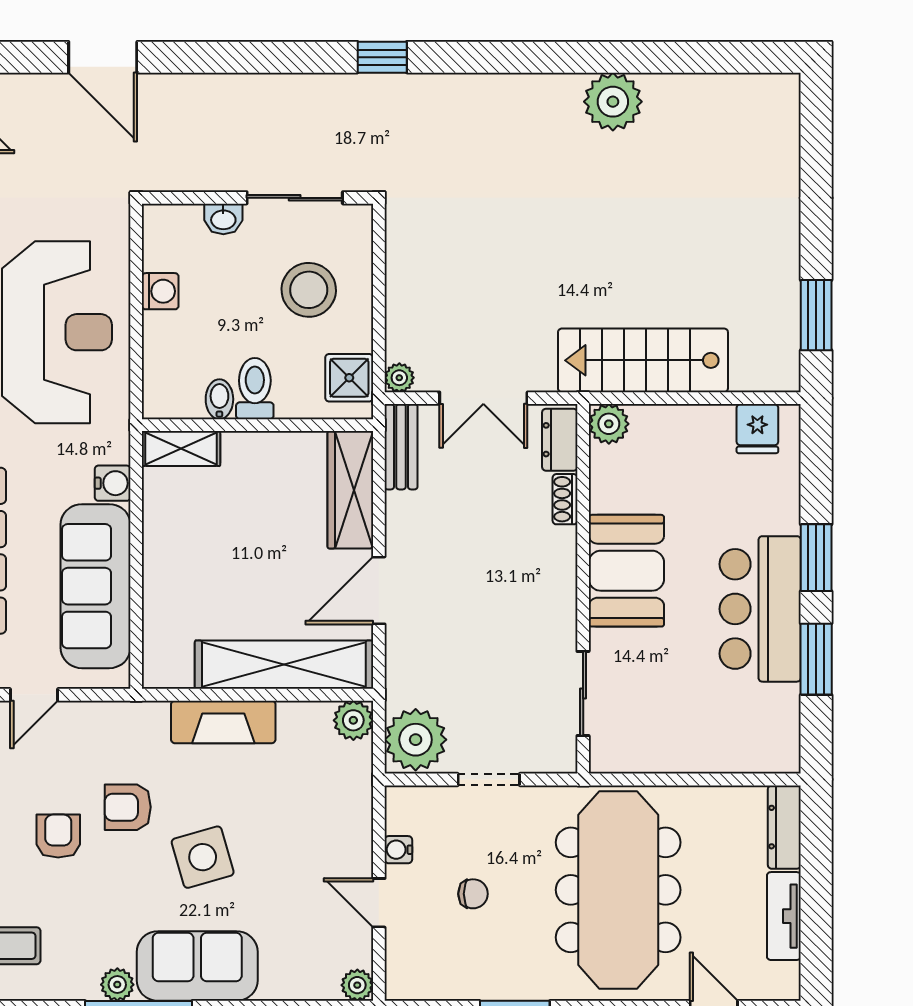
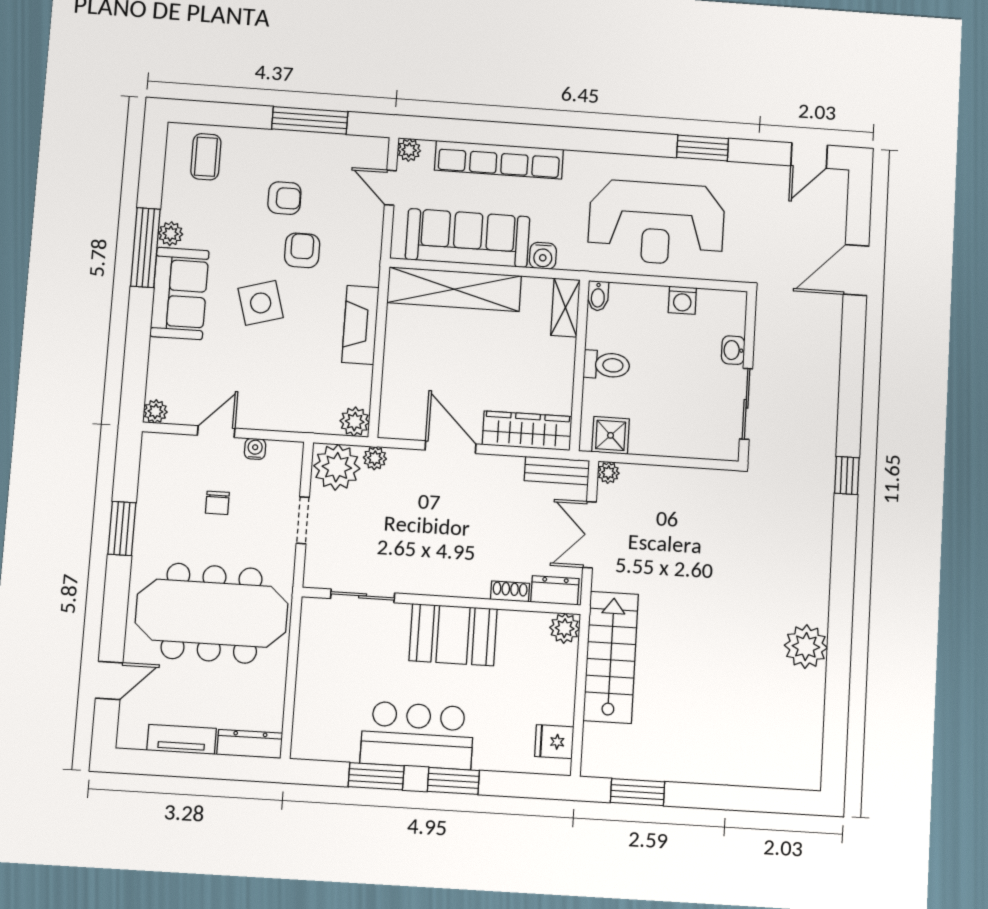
stool: (309, 290) -> (677, 410), removed
bidet: (219, 399) -> (598, 296), moved, turned 90
shelving: (284, 665) -> (454, 289), moved, turned 90
plant: (400, 690) -> (375, 458), added

